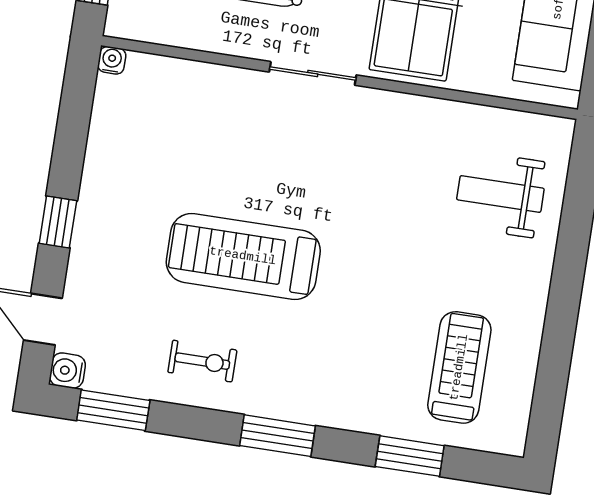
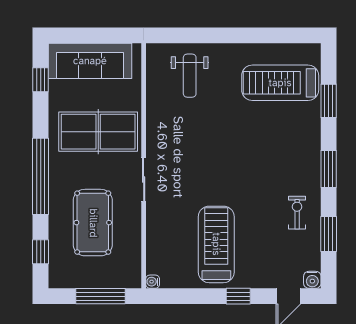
treadmill: (243, 256) -> (216, 244), moved, turned 180
treadmill: (459, 367) -> (280, 83), width x1.37, depth x1.38
window: (113, 410) -> (329, 234), moved

